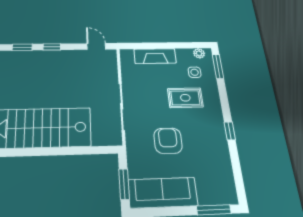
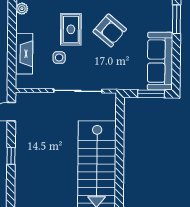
window: (22, 47) -> (11, 185), removed
side table: (195, 72) -> (59, 58), moved
armchair: (168, 141) -> (110, 30), moved, turned -140

